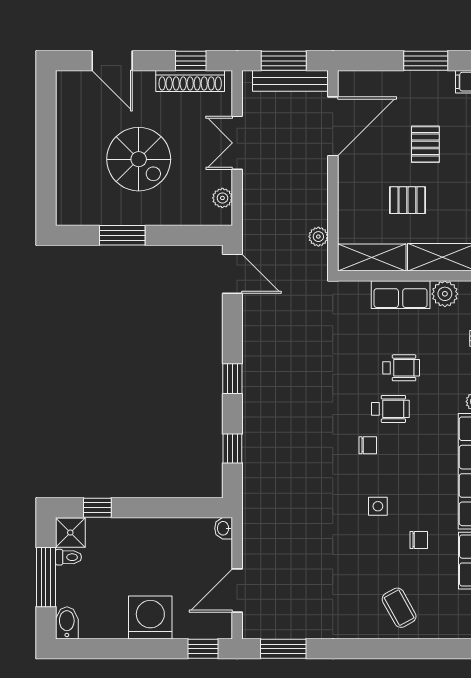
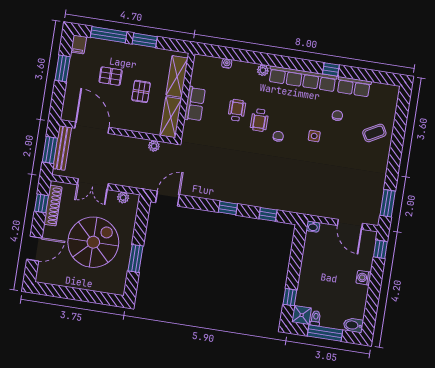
spiral stairs: (139, 159) -> (93, 242), width x1.37, depth x1.37
plant: (445, 294) -> (198, 78), removed
wheelchair: (390, 409) -> (259, 120), turned 180
washing machine: (150, 618) -> (364, 278), width x0.53, depth x0.53

